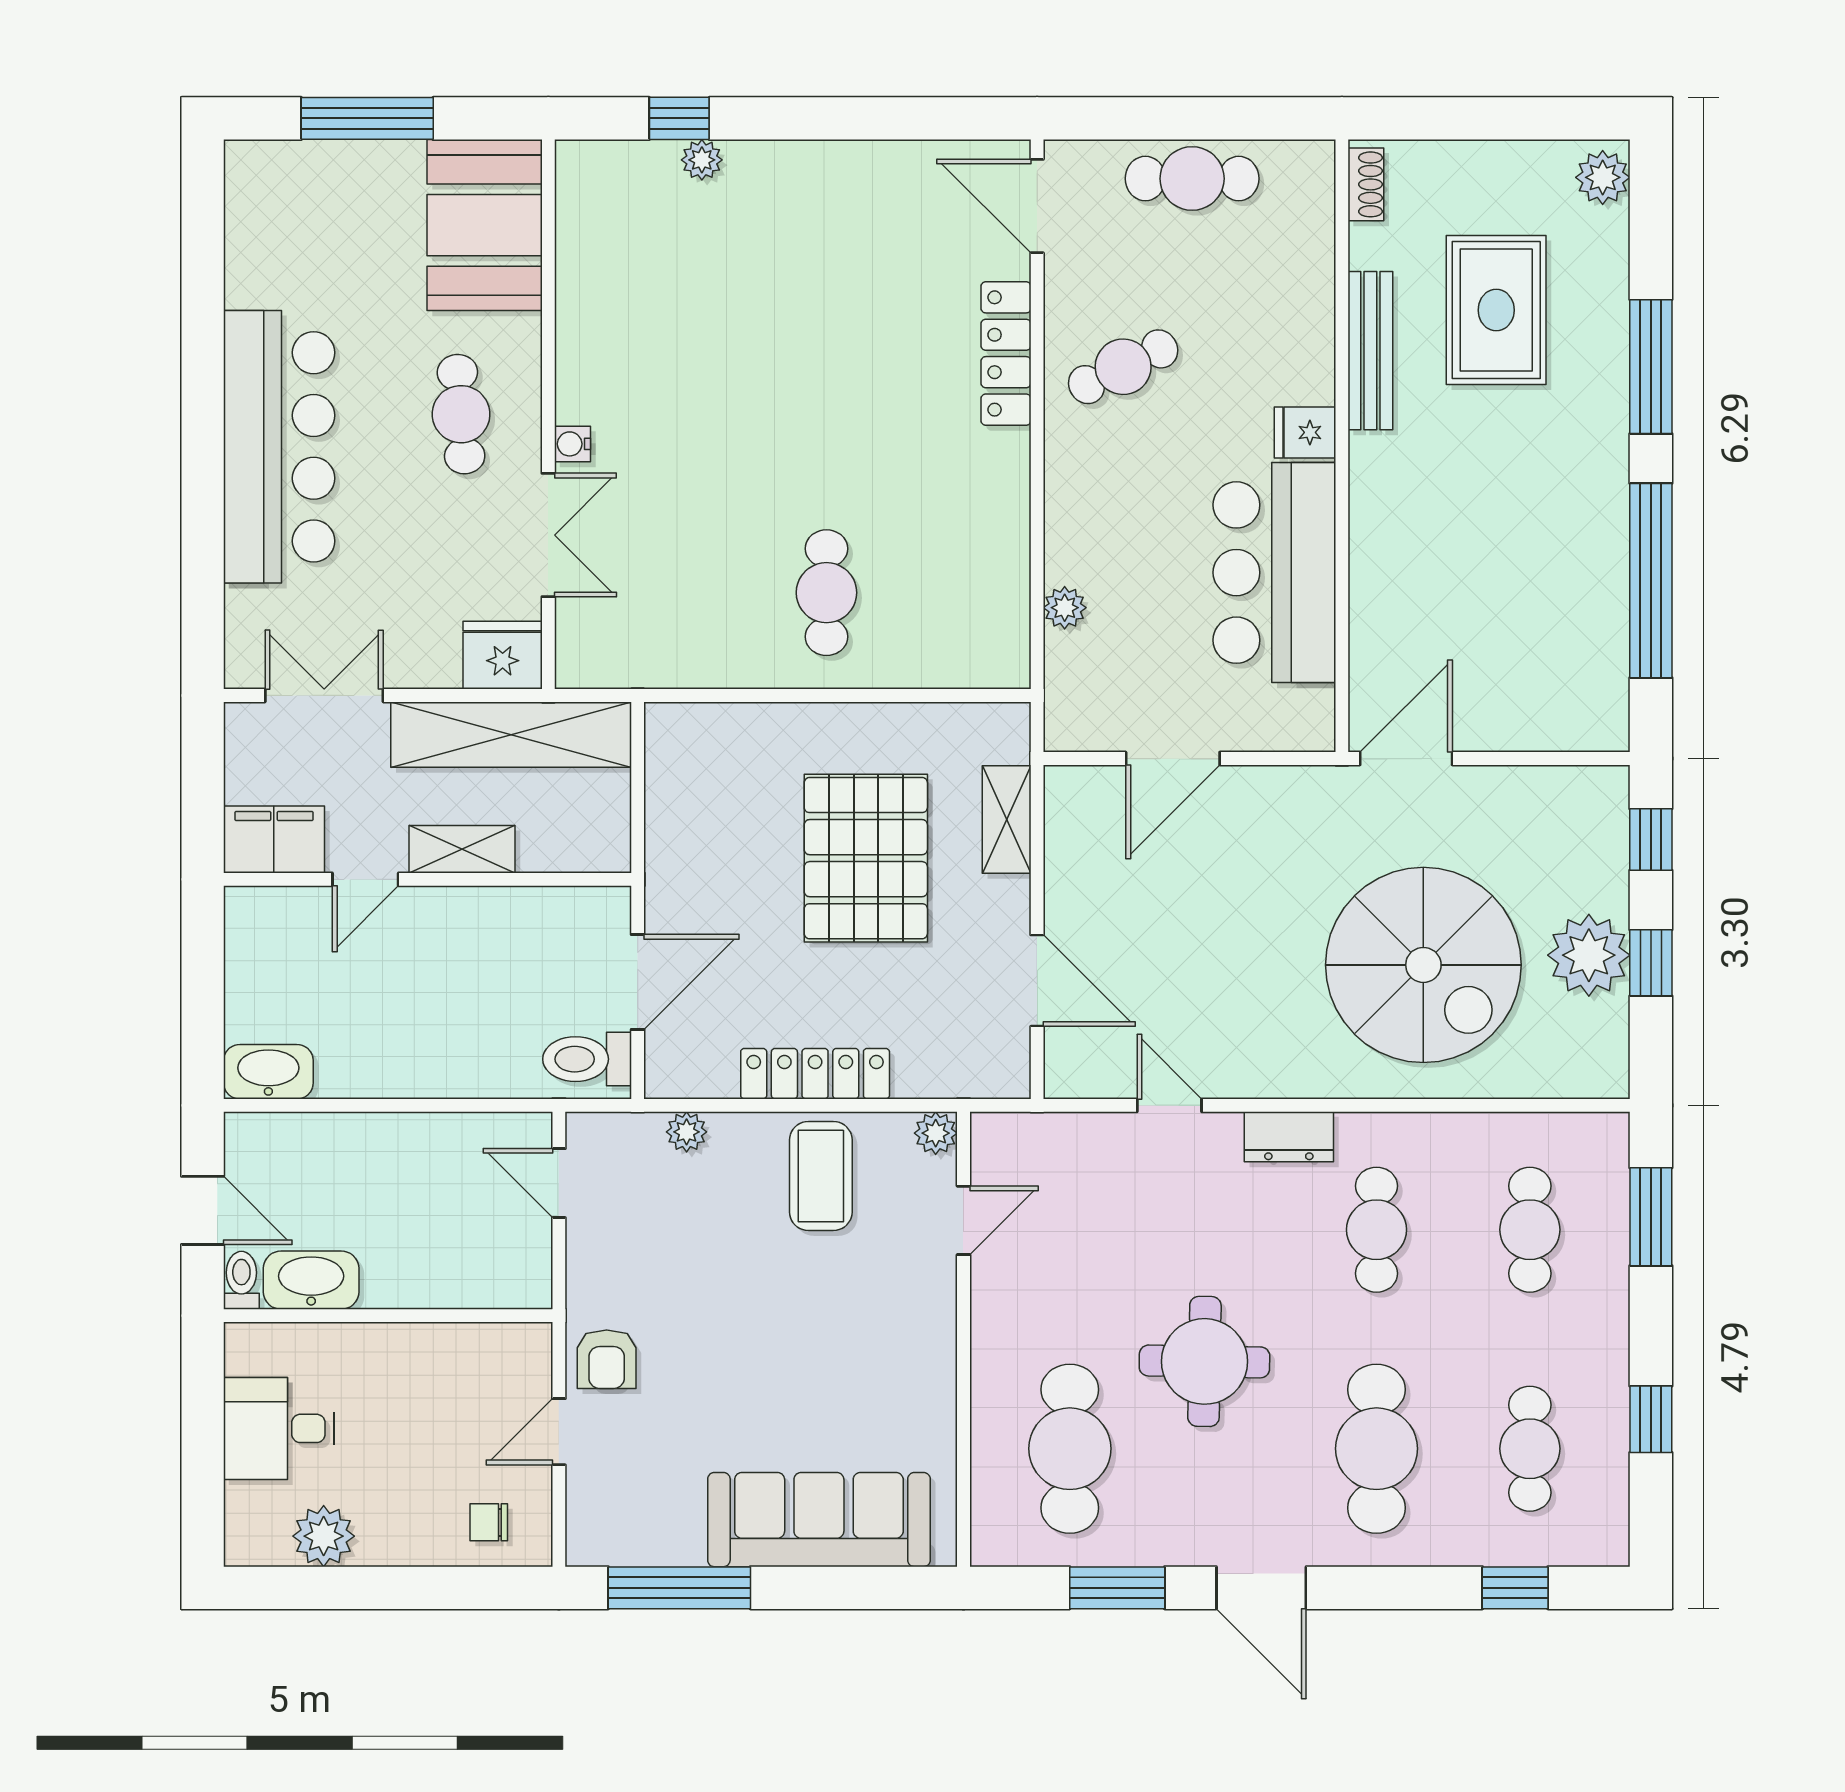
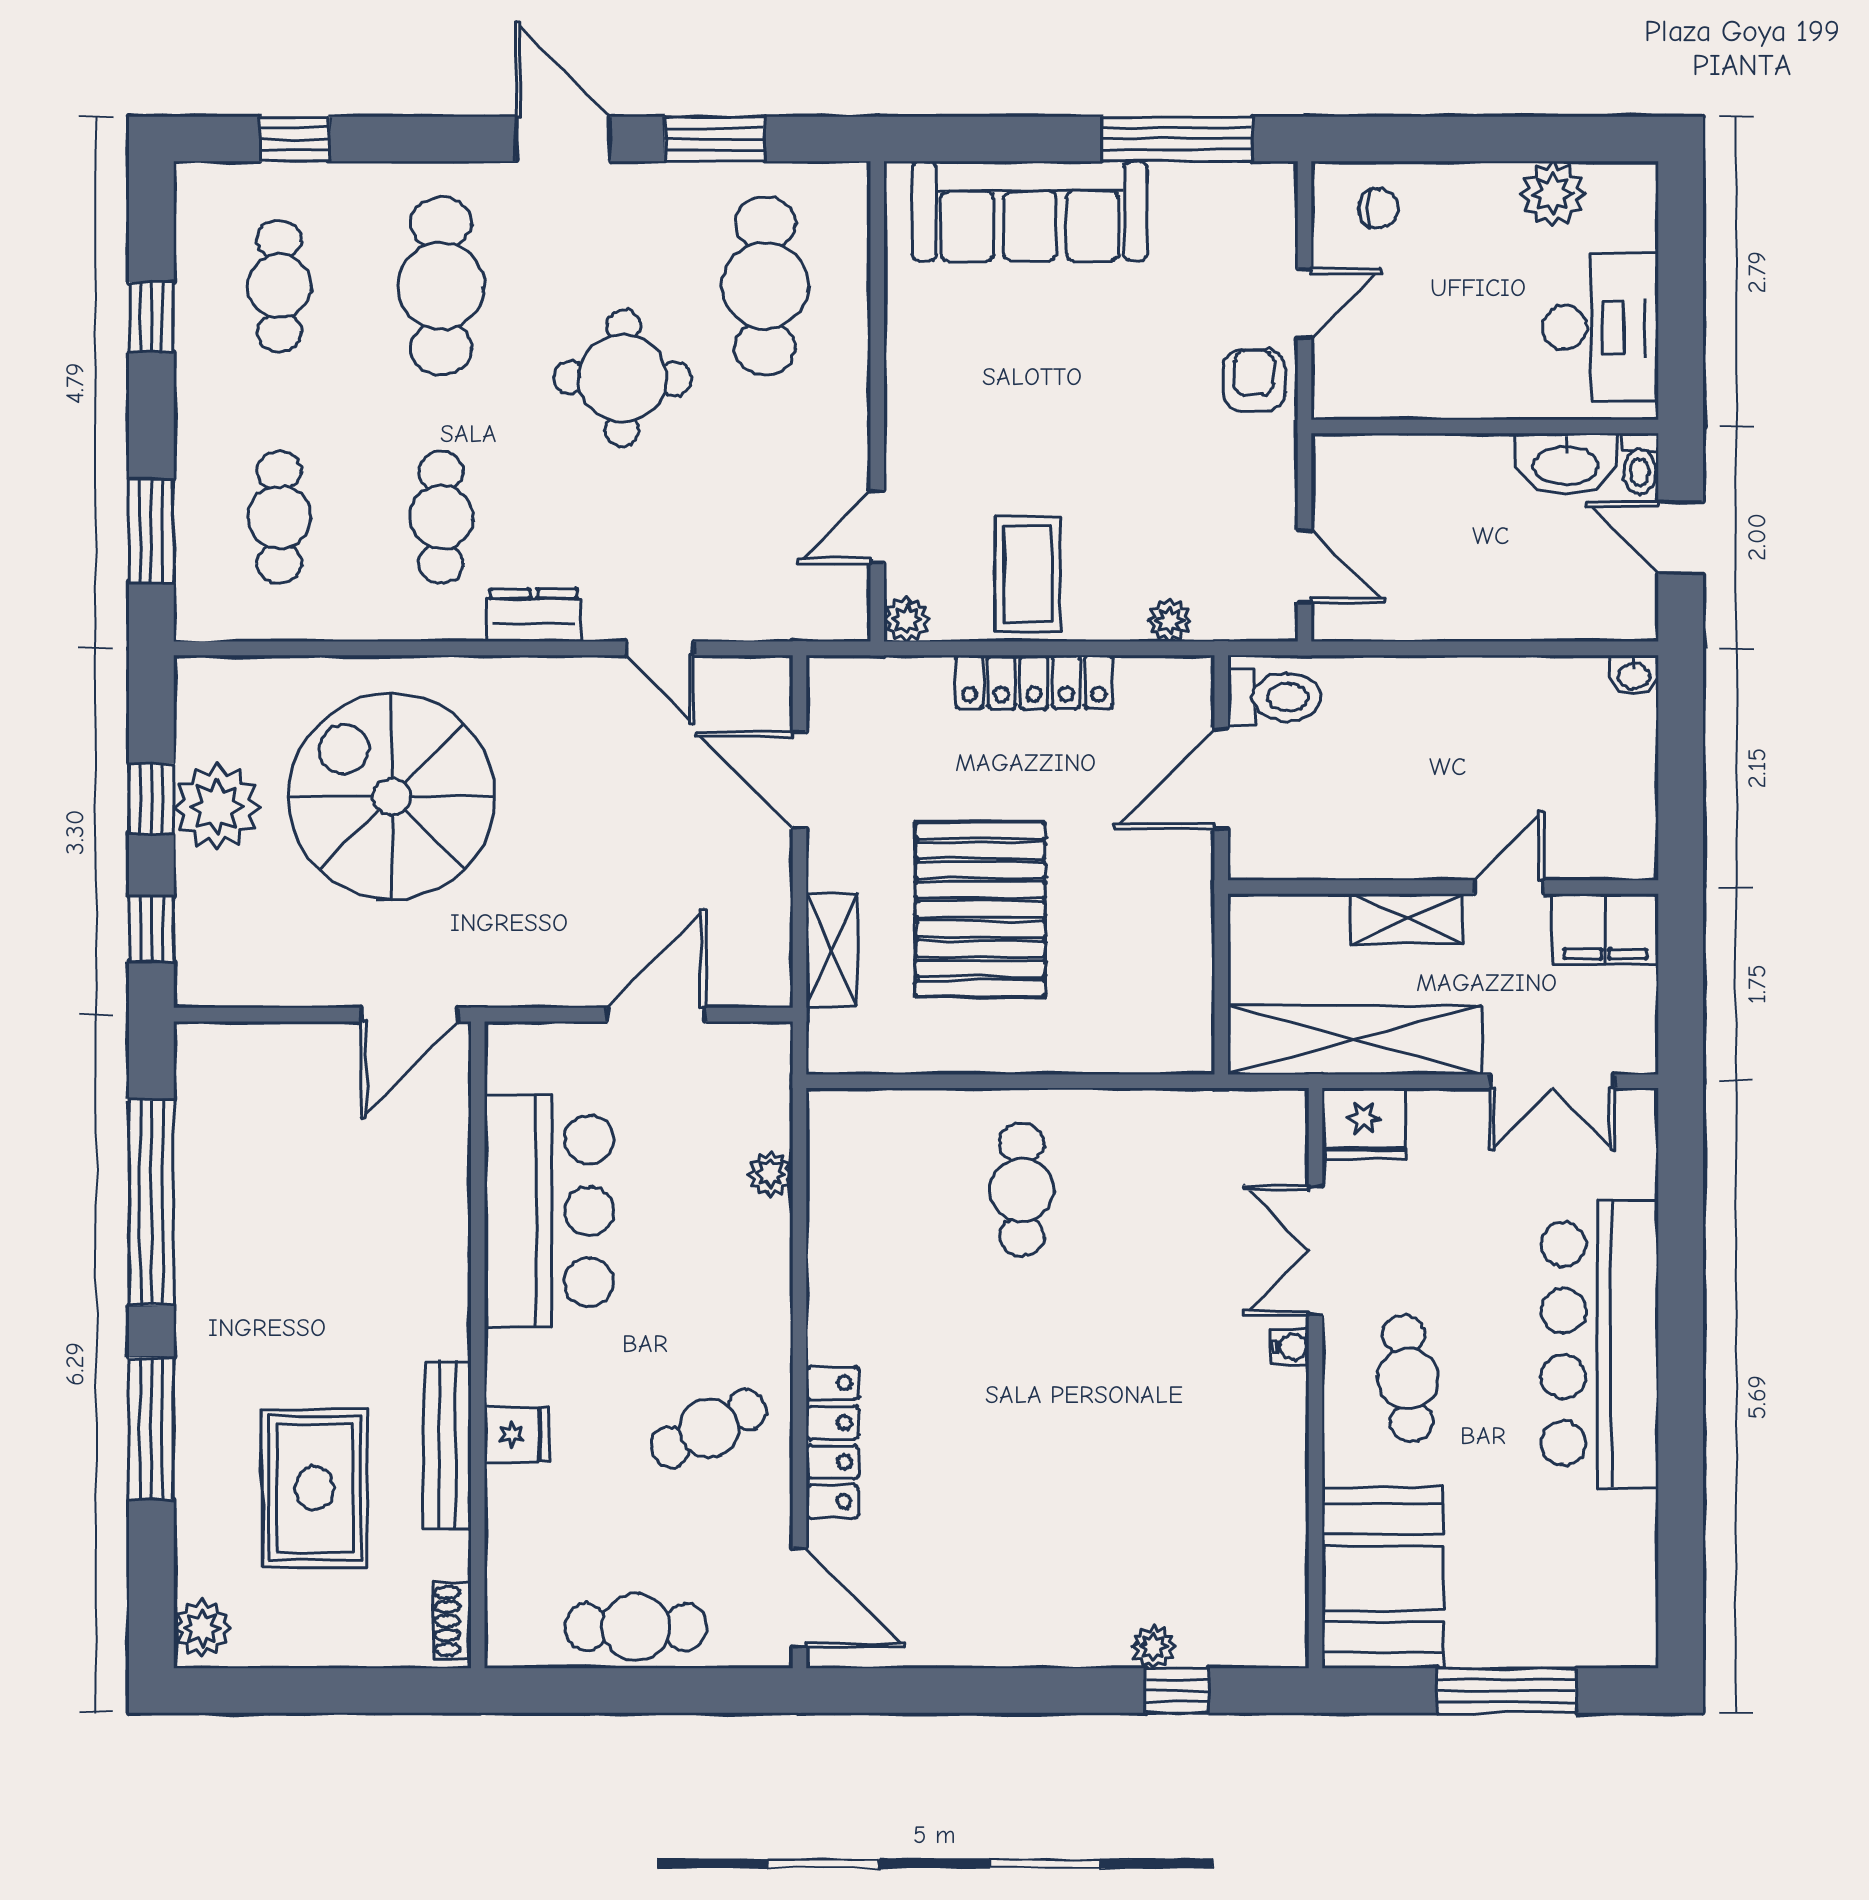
fridge: (1305, 432) -> (517, 1435), moved
washbasin: (268, 1072) -> (1634, 675), width x0.52, depth x0.69
desk: (279, 1428) -> (1600, 327), width x1.37

